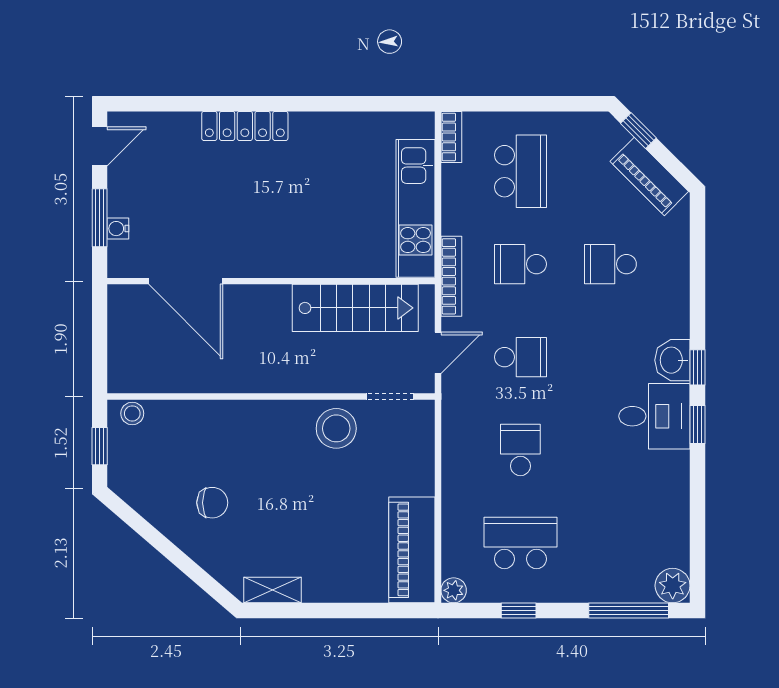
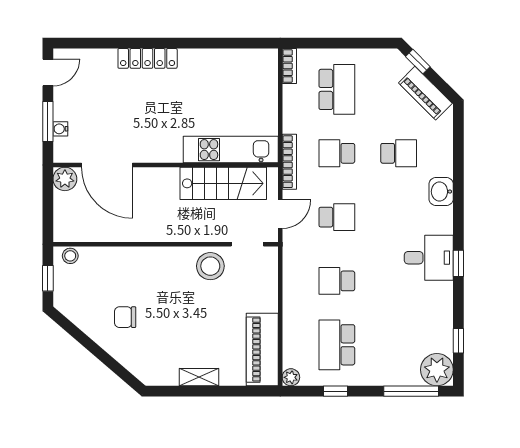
kitchen unit: (416, 208) -> (231, 150), moved, turned 90
school desk: (610, 264) -> (399, 153), turned 180
plant: (124, 301) -> (65, 179), added
washbasin: (672, 360) -> (441, 192), moved
window: (697, 367) -> (458, 341), moved
school desk: (520, 450) -> (337, 281), turned -90
chair: (212, 503) -> (125, 317), turned 180
school desk: (520, 543) -> (337, 345), turned -90
plant: (673, 586) -> (437, 370), width x1.36, depth x1.36
shelving: (273, 590) -> (199, 377), moved

